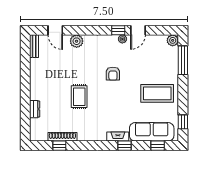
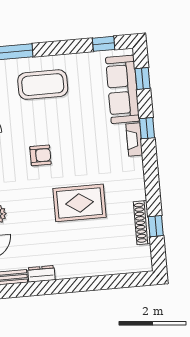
coffee table: (157, 93) -> (43, 85), moved, turned 90
rug: (79, 97) -> (79, 203), width x1.36, depth x1.43
dresser: (35, 109) -> (41, 274), moved

